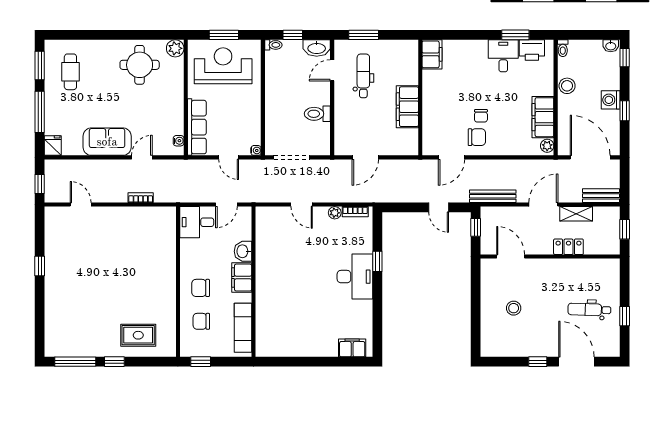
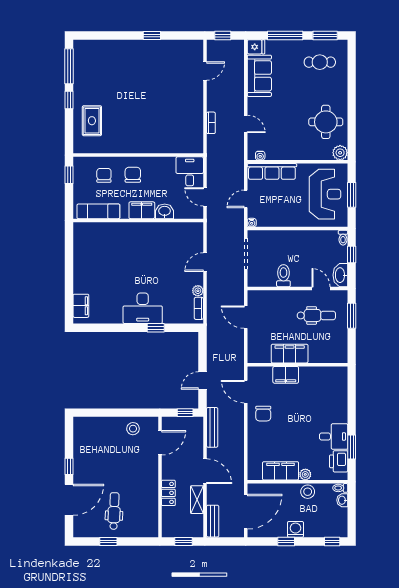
washbasin: (611, 46) -> (342, 500), moved
filing cabinet: (432, 54) -> (286, 375), moved
chair: (481, 116) -> (282, 417), removed
sofa: (107, 142) -> (259, 76), moved
plant: (547, 146) -> (305, 474), moved
stool: (514, 308) -> (133, 429), moved

